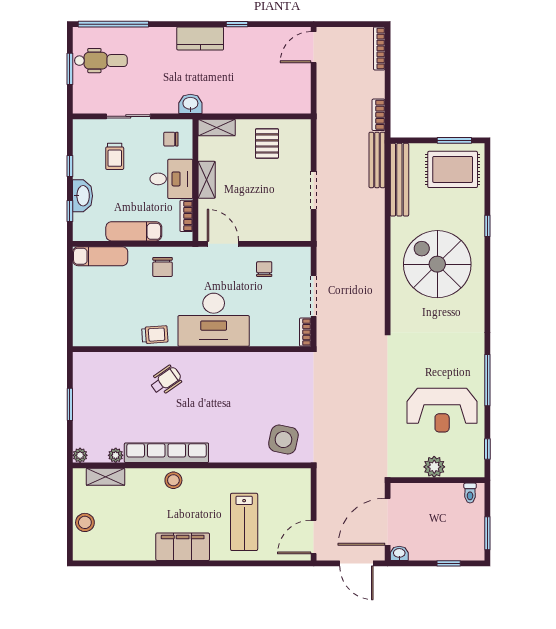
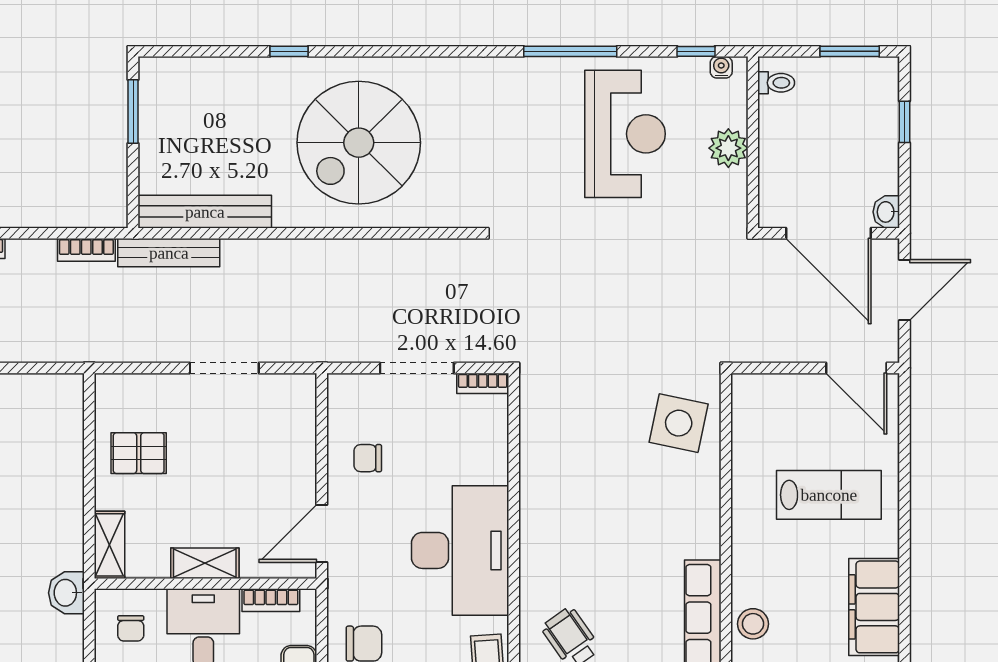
rug: (453, 169) -> (186, 115), removed
water cooler: (479, 463) -> (721, 67), added

